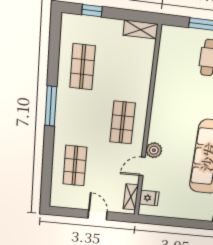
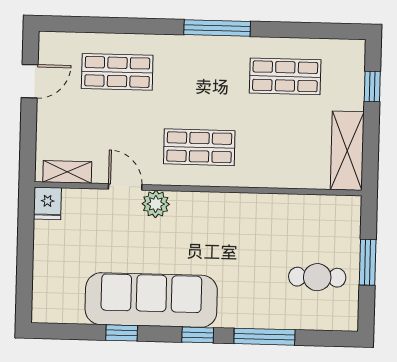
shelving: (141, 30) -> (347, 151), width x1.50, depth x1.33
fridge: (149, 198) -> (47, 203), moved
door: (98, 215) -> (30, 81), moved

